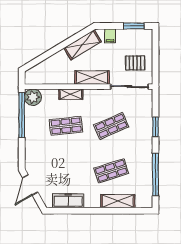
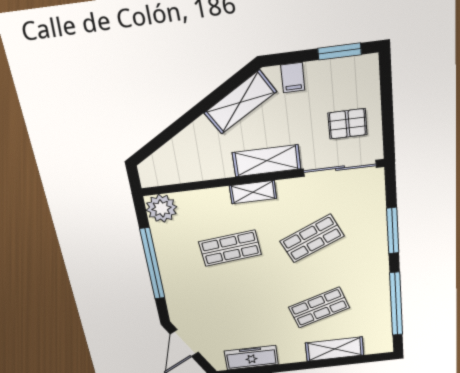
shelving: (71, 94) -> (253, 192), moved
window: (22, 115) -> (152, 264), moved
window: (155, 127) -> (393, 231), width x1.44

